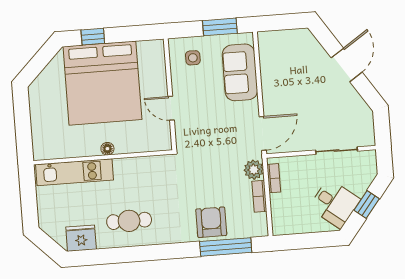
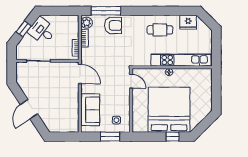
window: (220, 27) -> (110, 137), moved
door: (171, 108) -> (131, 81), moved
door: (263, 133) -> (80, 74), swing flipped
plant: (254, 170) -> (87, 23), moved
kitchen unit: (75, 172) -> (181, 60), width x1.36
armchair: (211, 222) -> (113, 26), turned -90

